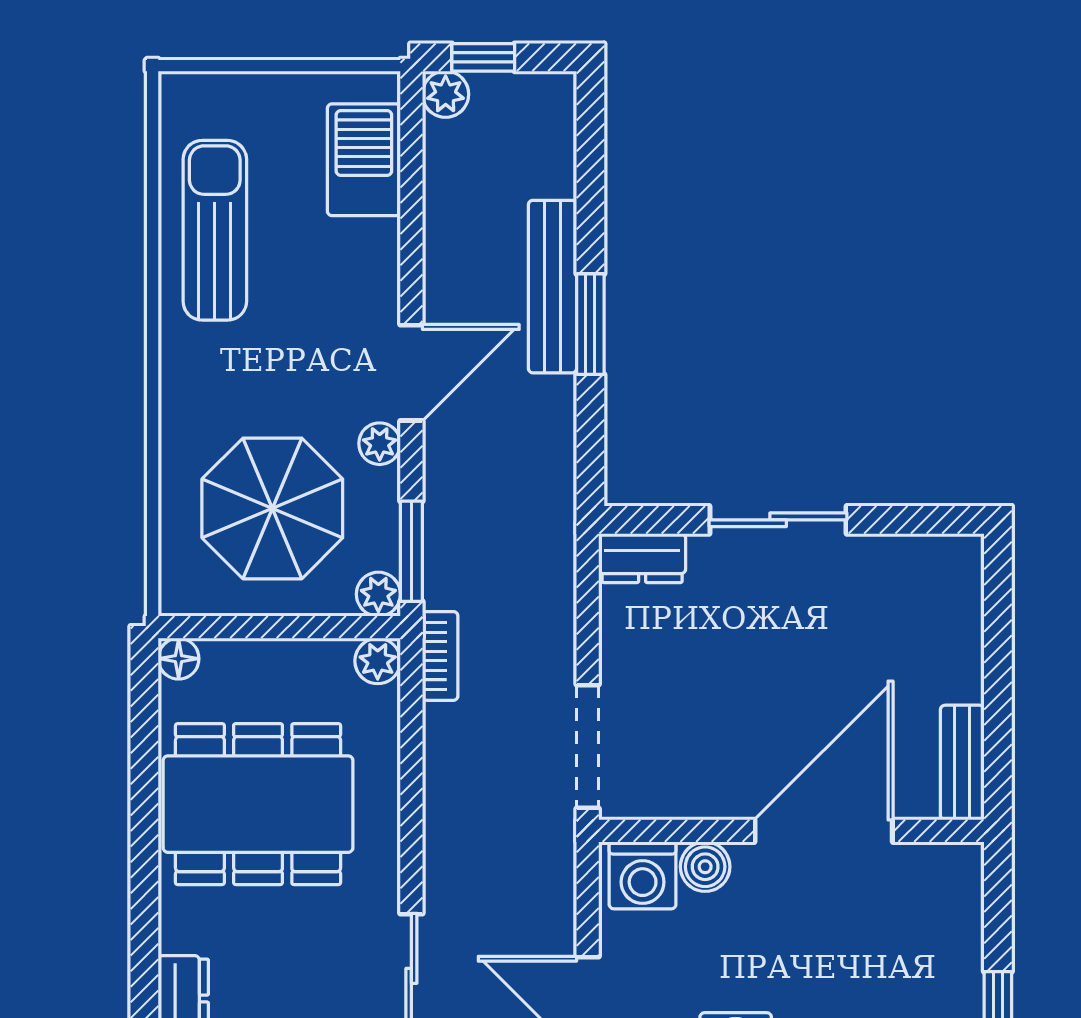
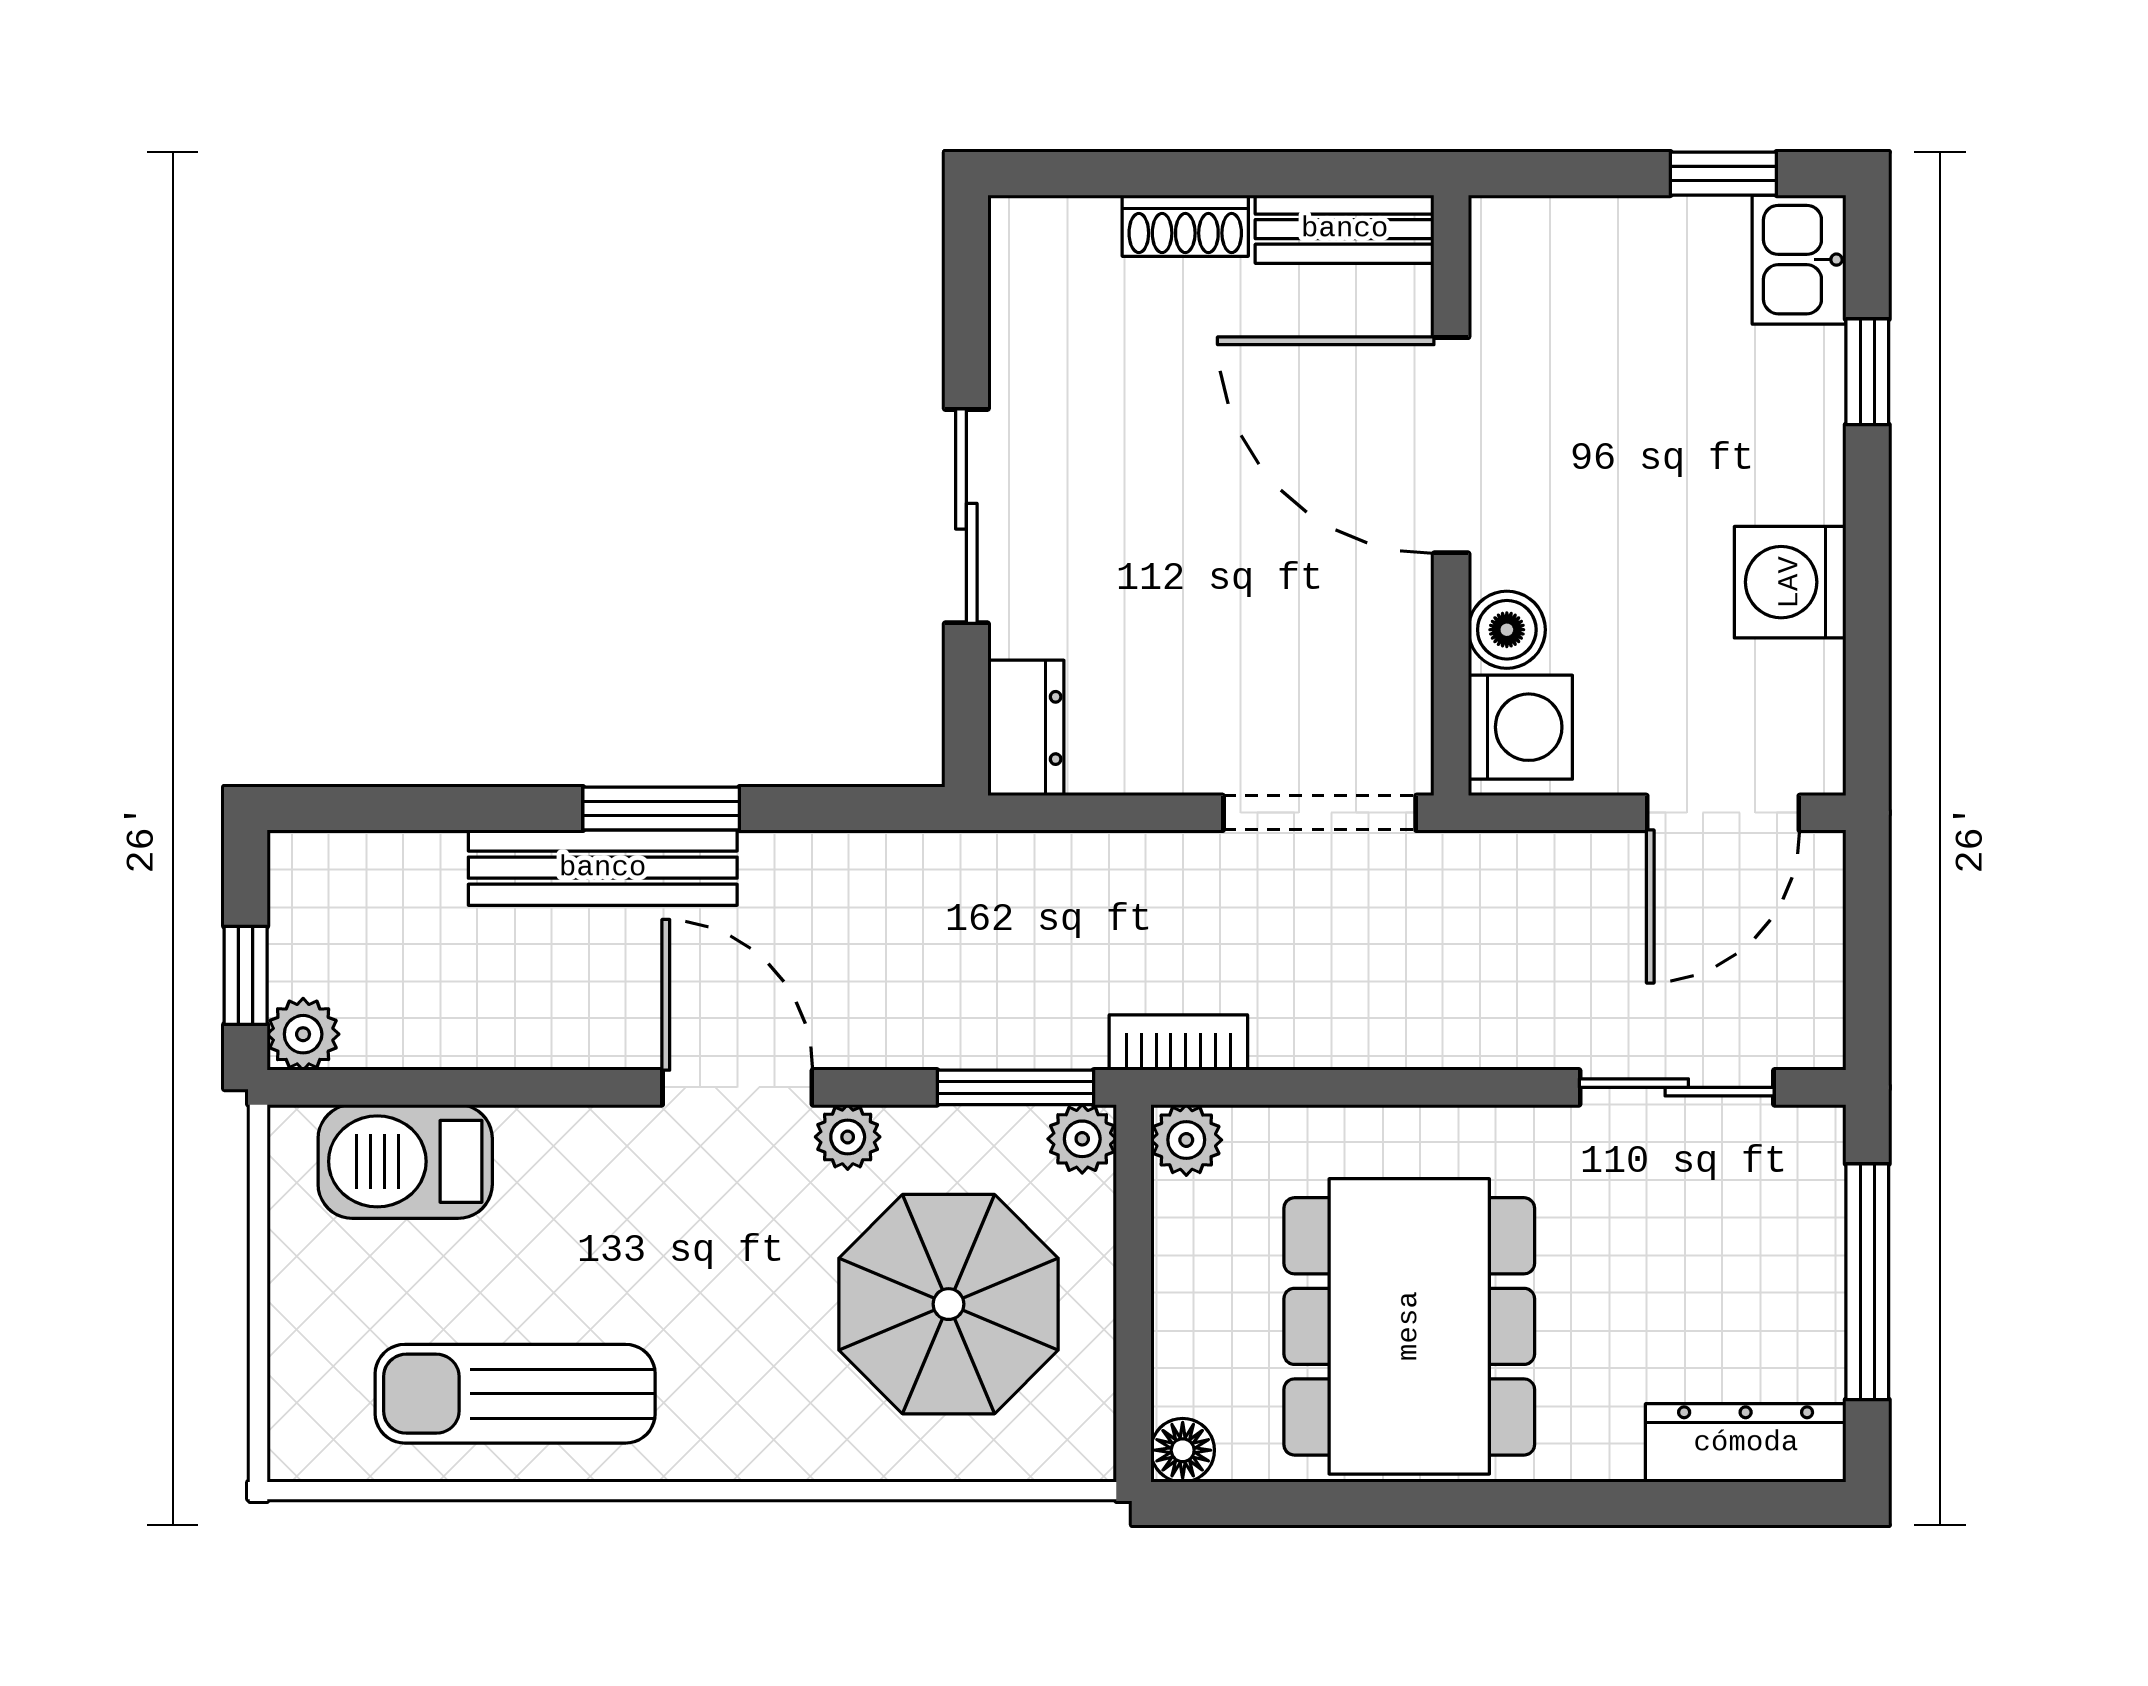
shoe rack: (964, 660) -> (1185, 226), added

